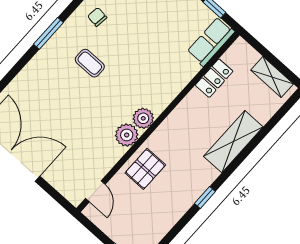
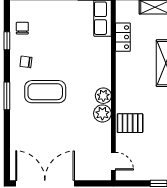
coffee table: (90, 63) -> (45, 92), width x1.86, depth x1.72
pallet: (145, 169) -> (130, 123), turned 90

